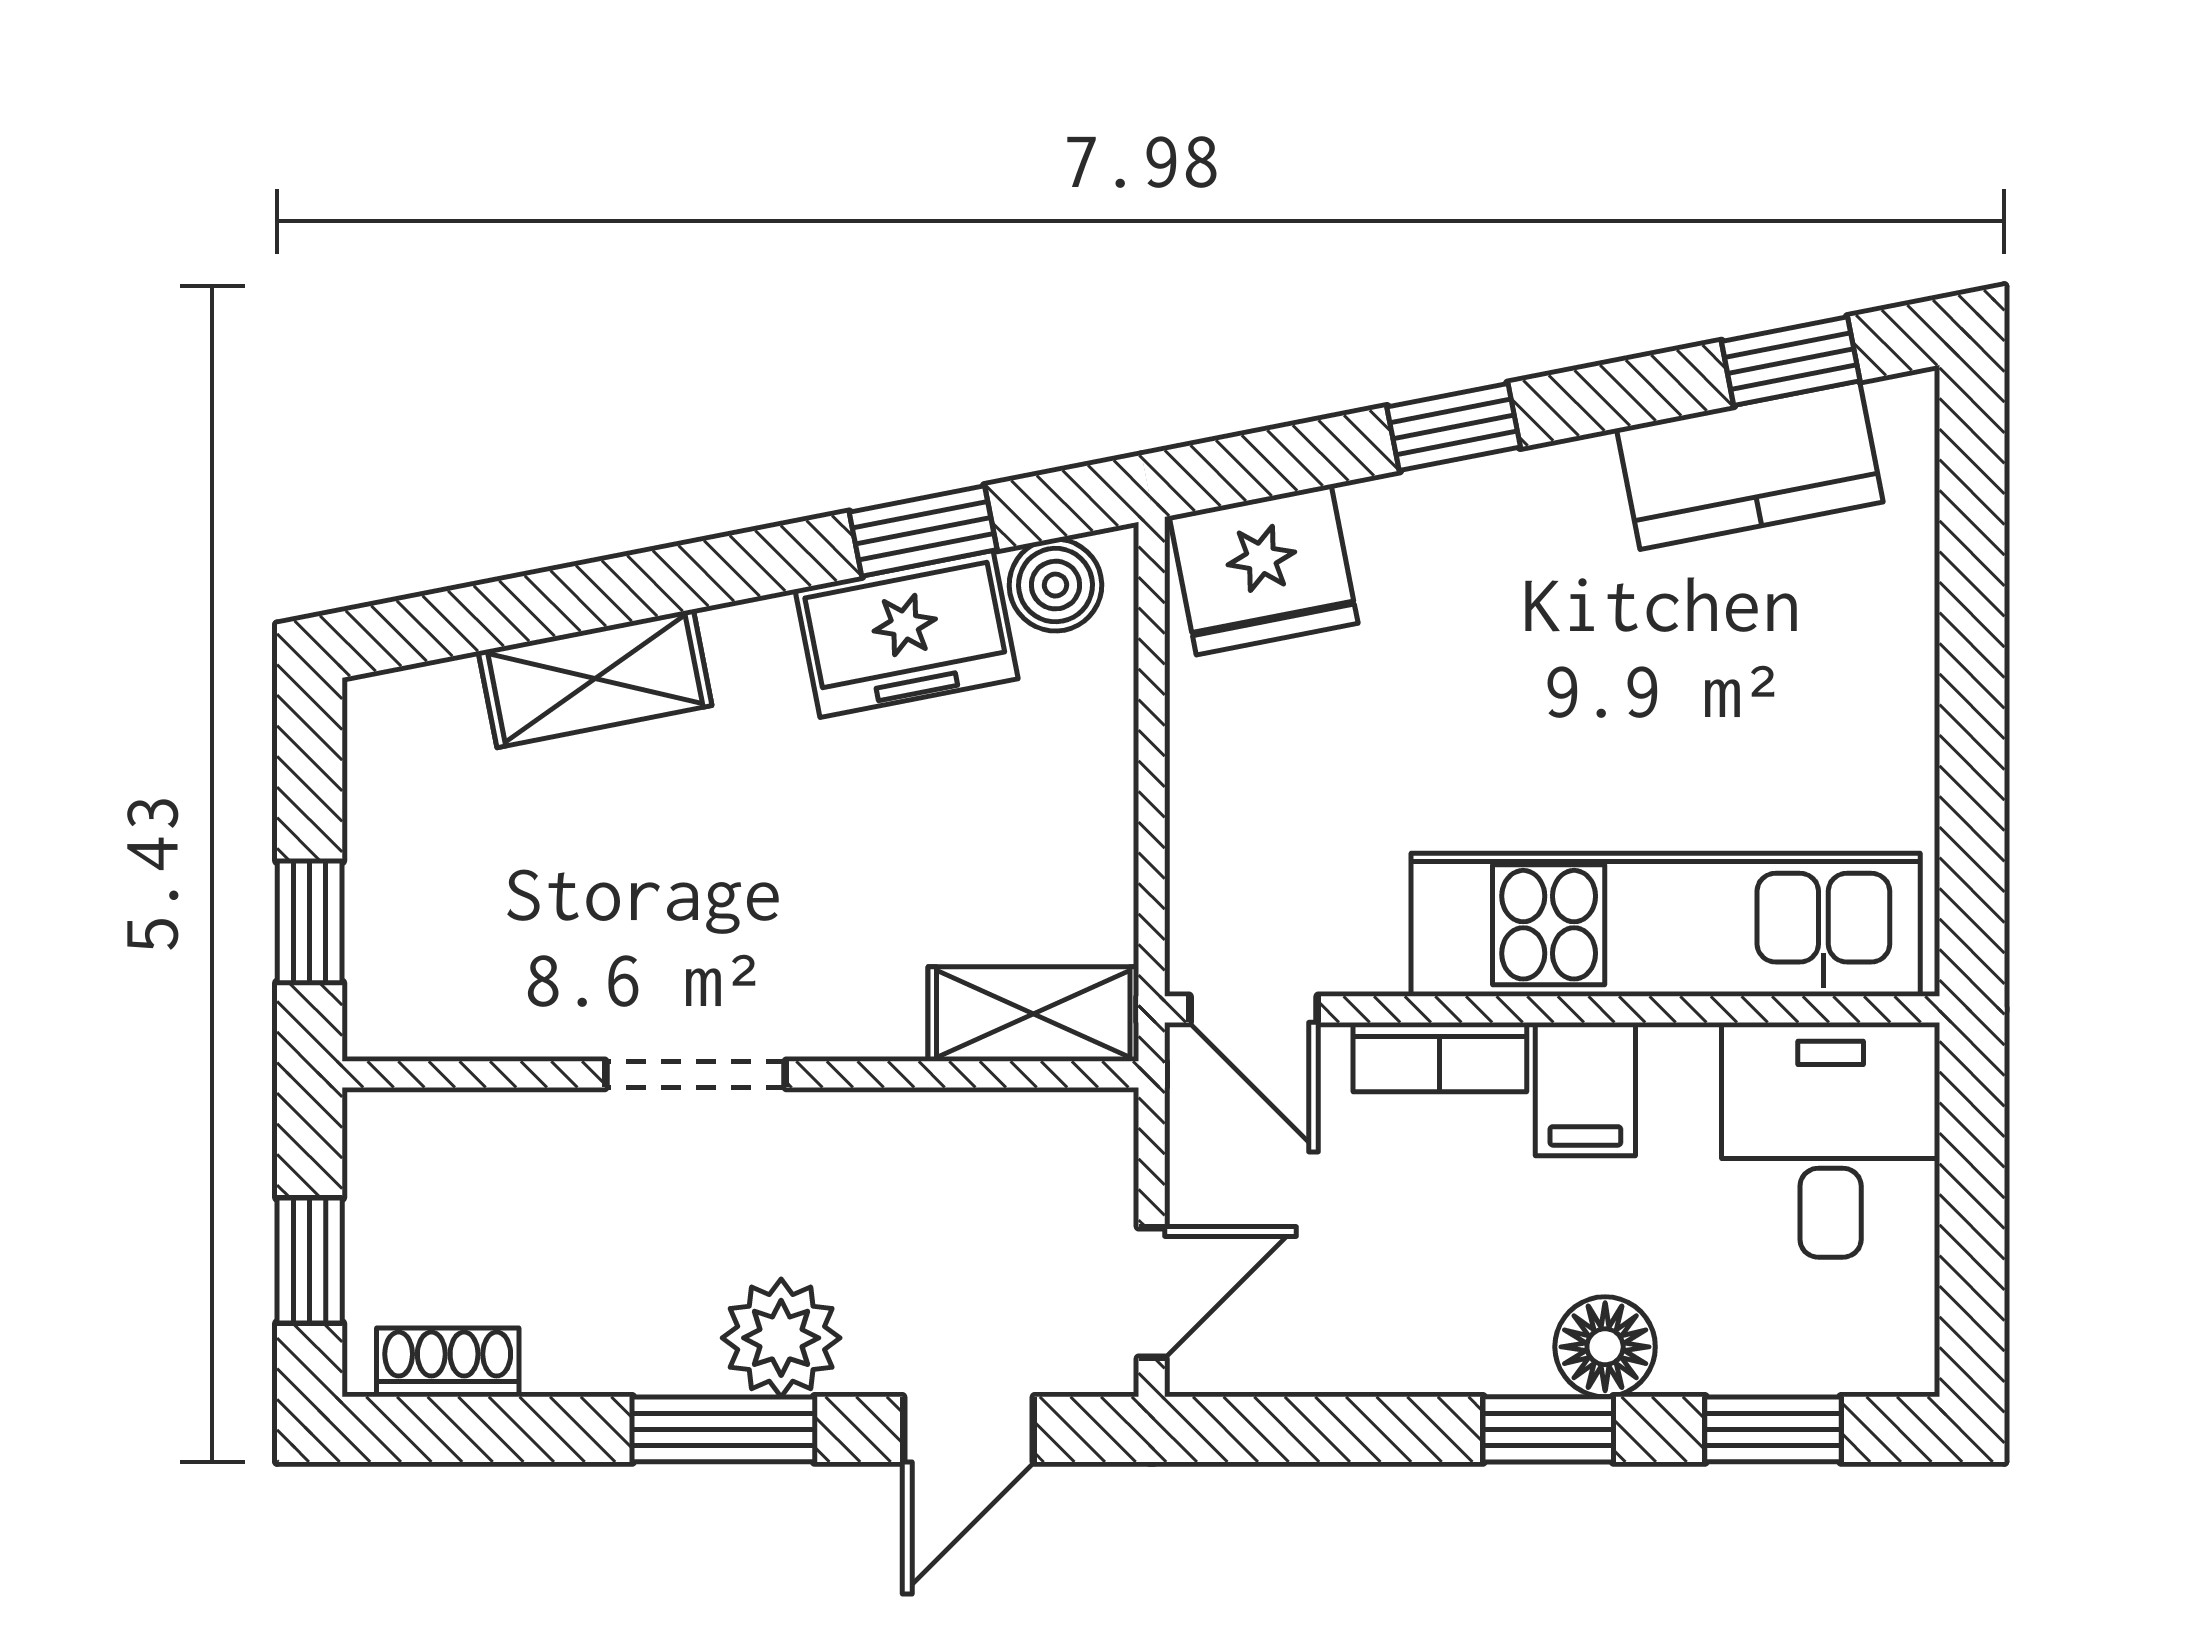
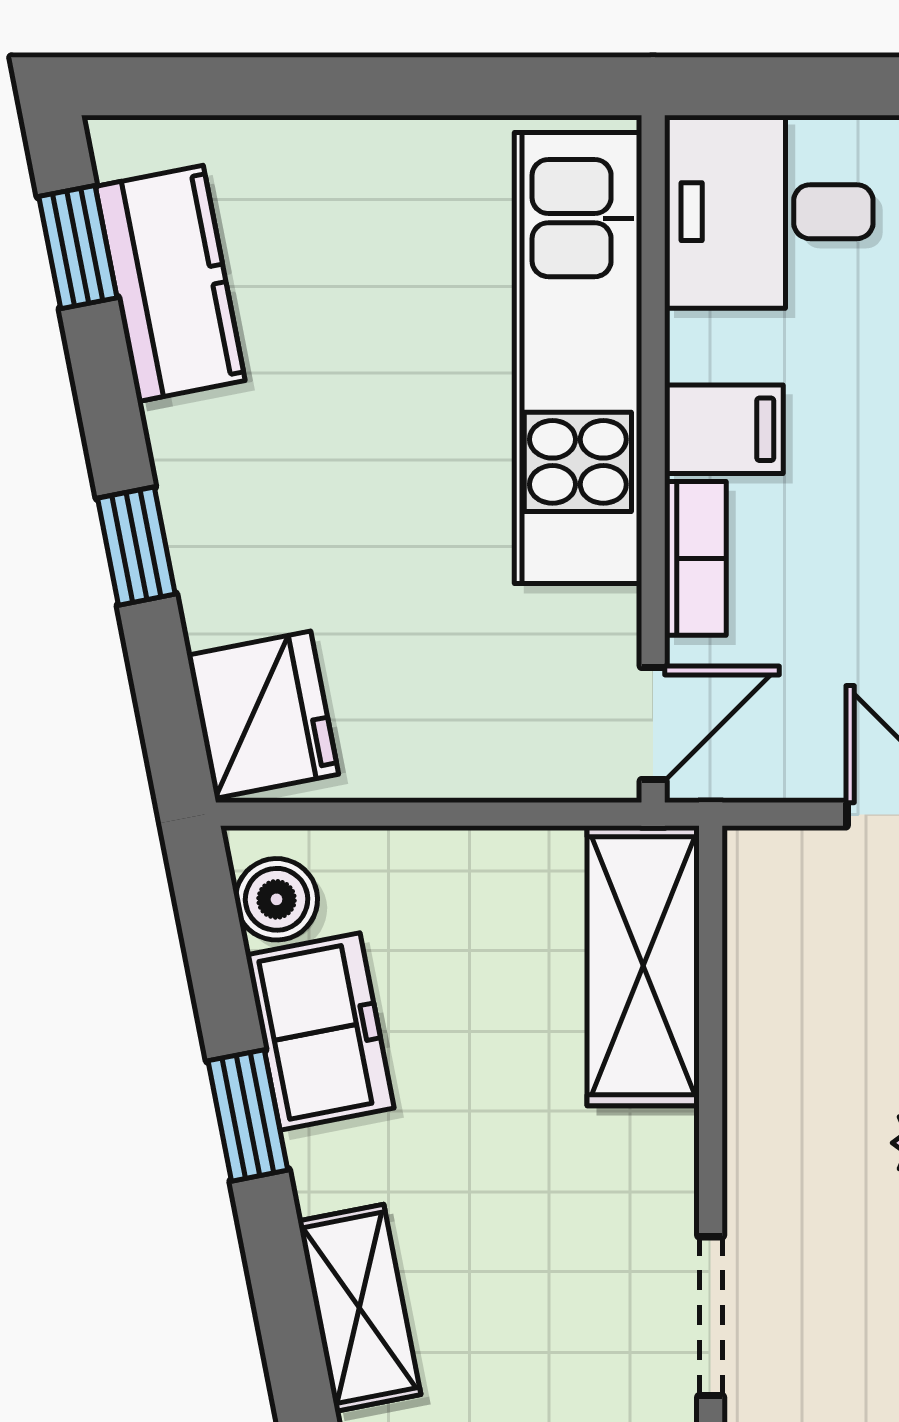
window: (923, 531) -> (248, 1115), moved
shelving: (1033, 1014) -> (643, 966), width x1.50, depth x1.33
doorway: (695, 1074) -> (711, 1316), moved

